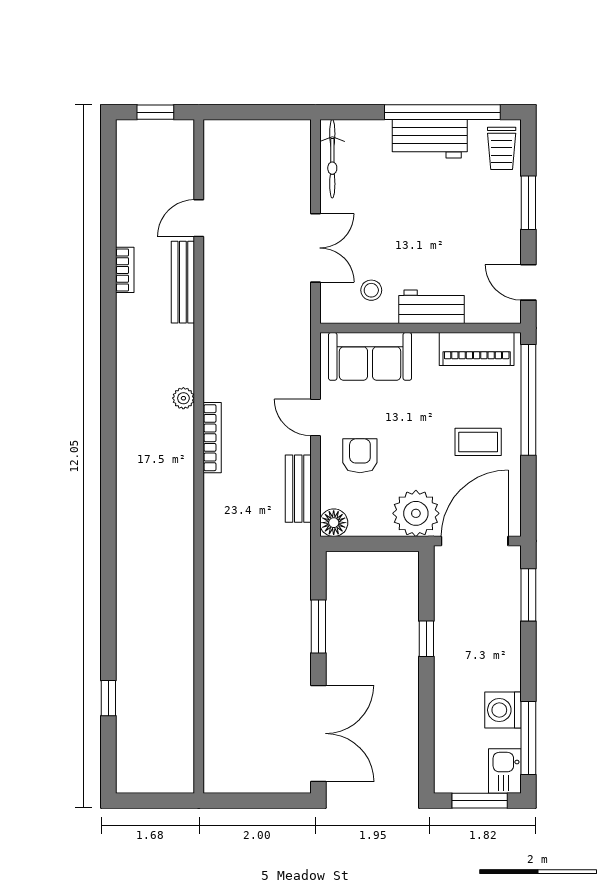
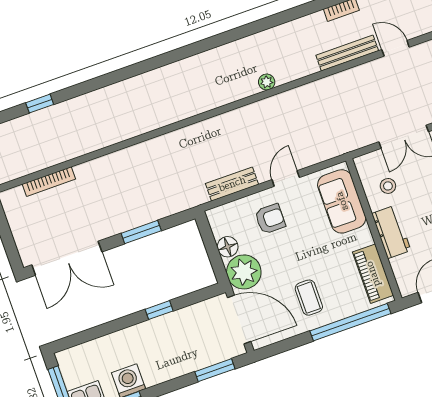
bookcase: (212, 438) -> (49, 182), moved
floor lamp: (334, 523) -> (228, 247), moved

